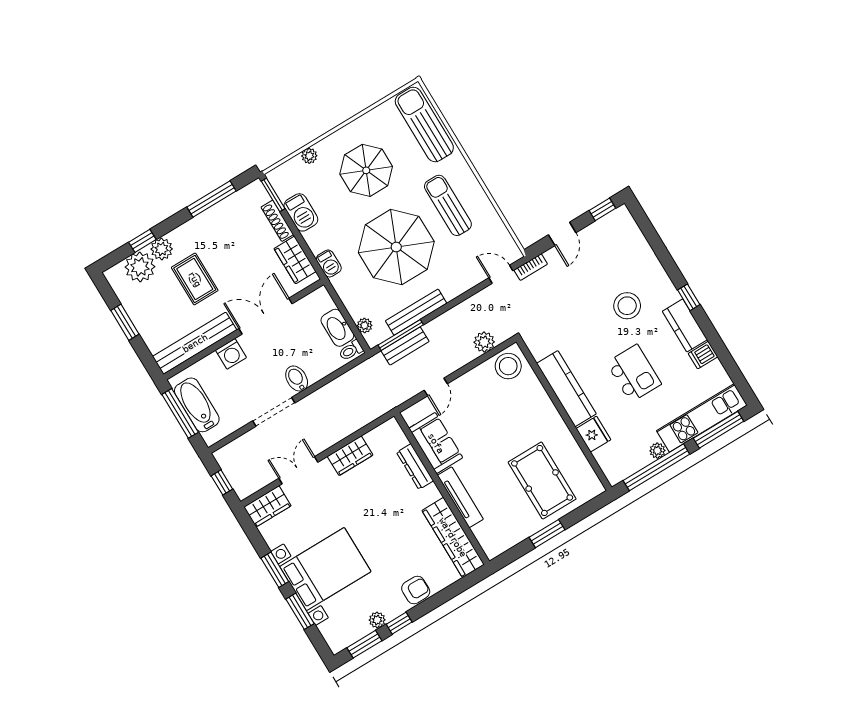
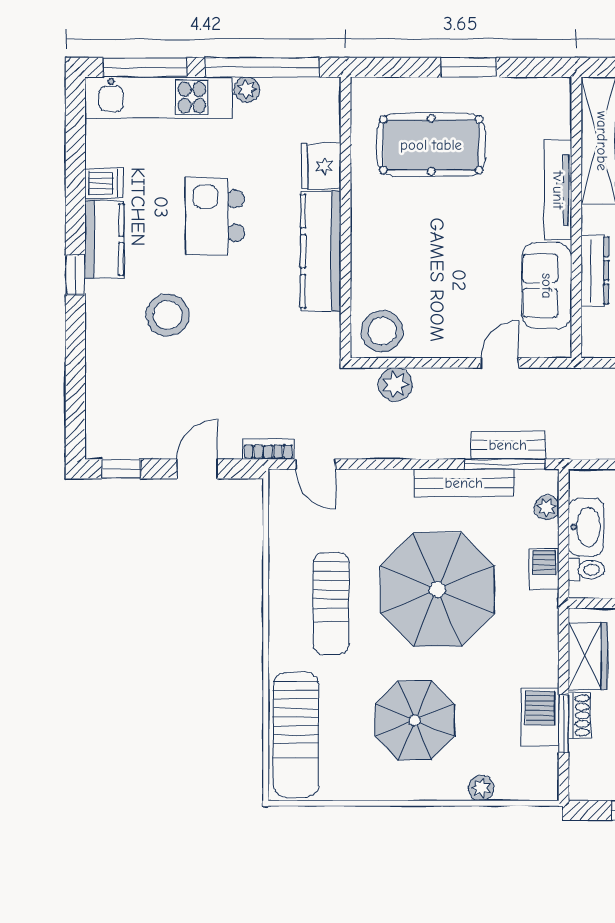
window: (273, 195) -> (564, 724), moved
shoe rack: (277, 221) -> (580, 715), width x0.70
barbecue: (329, 264) -> (544, 569), moved
toilet: (351, 350) -> (587, 570), moved
pool table: (542, 480) -> (431, 145), turned 90

